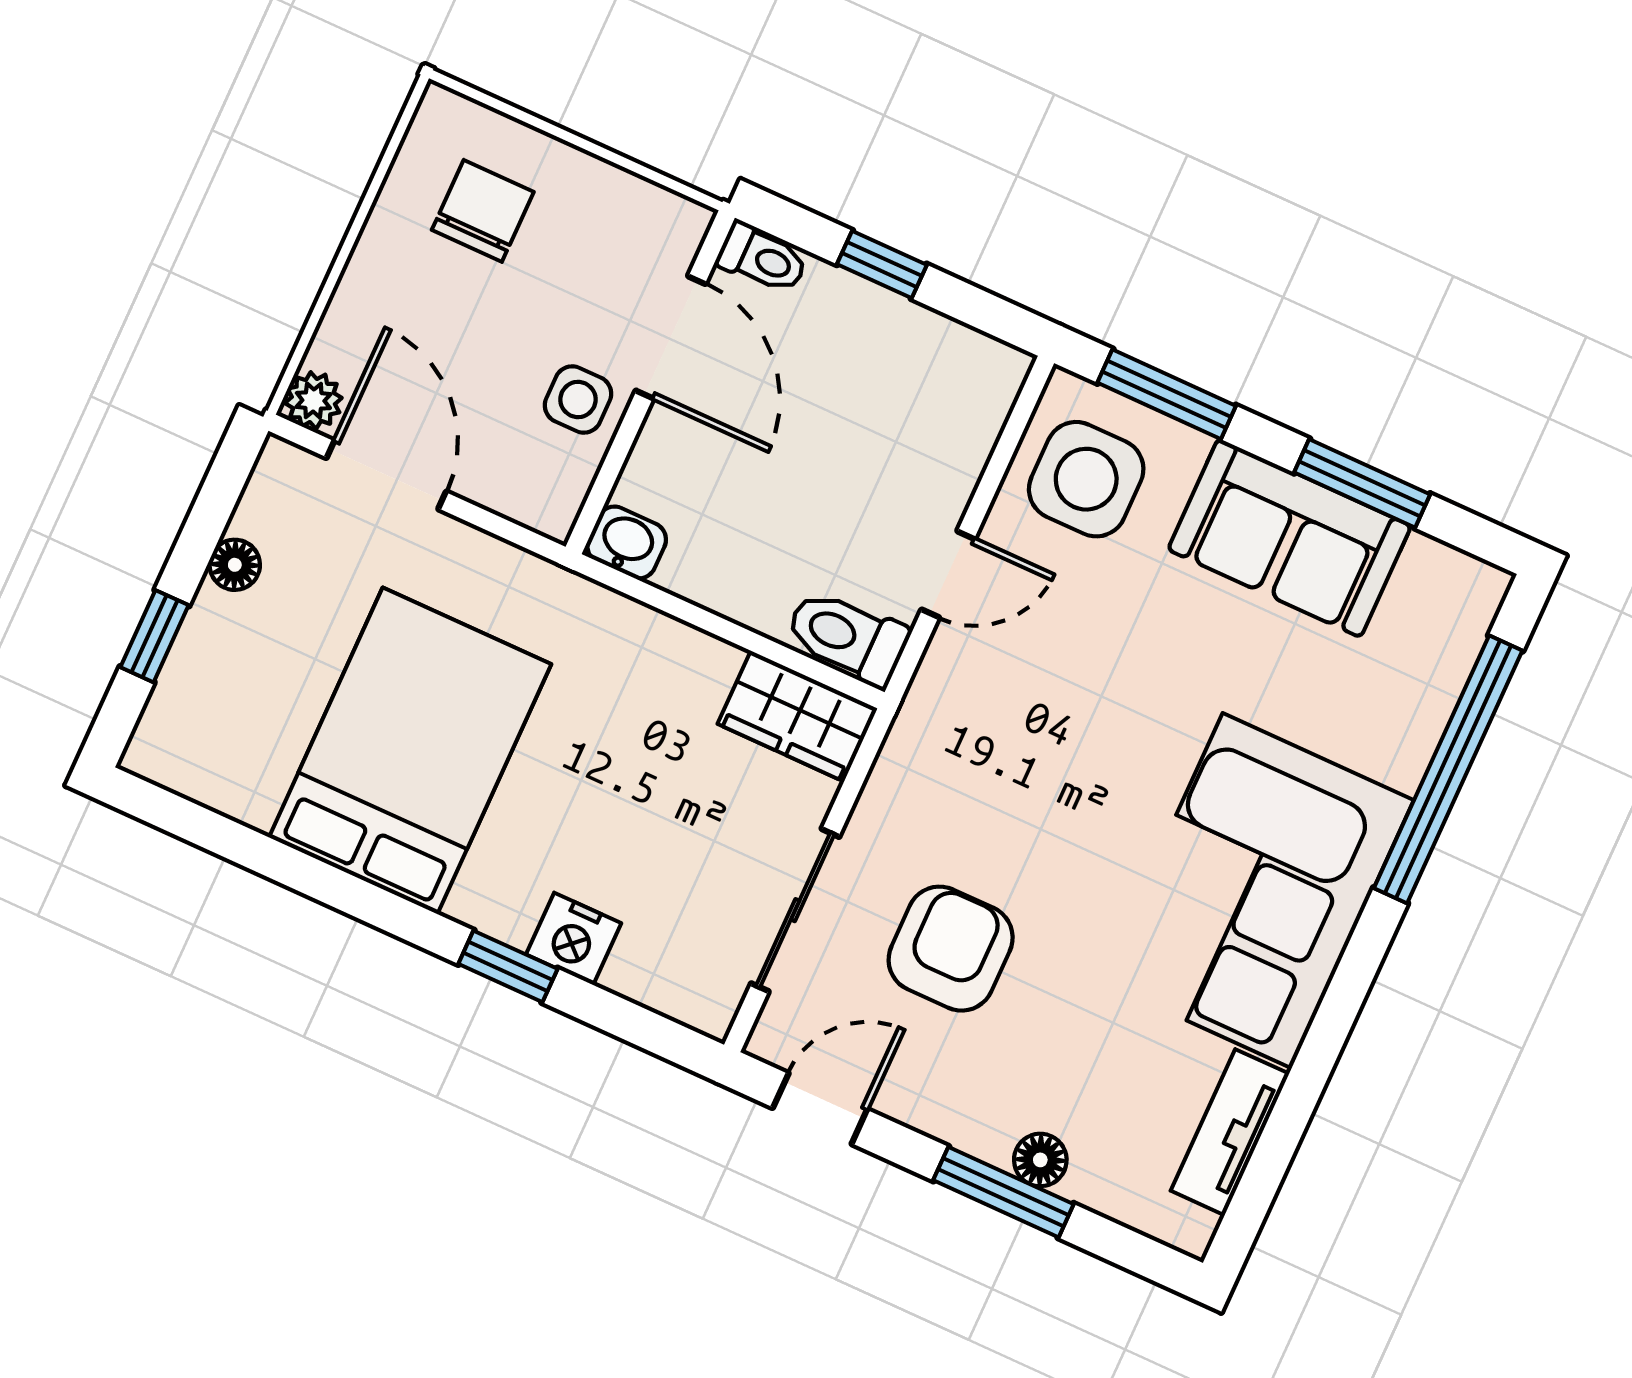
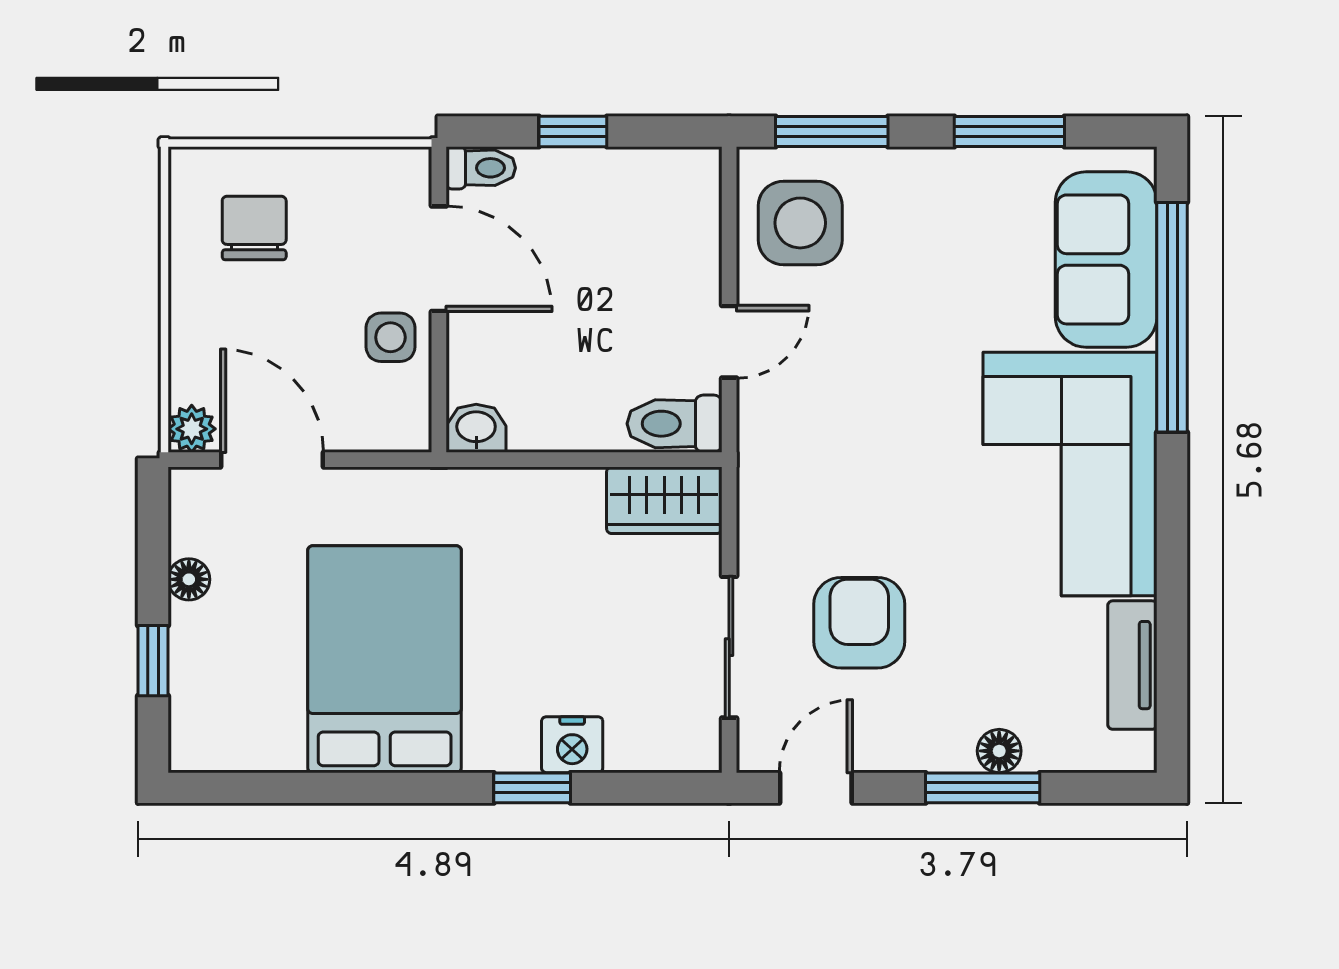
sofa: (1290, 538) -> (1106, 259), moved, turned 90

